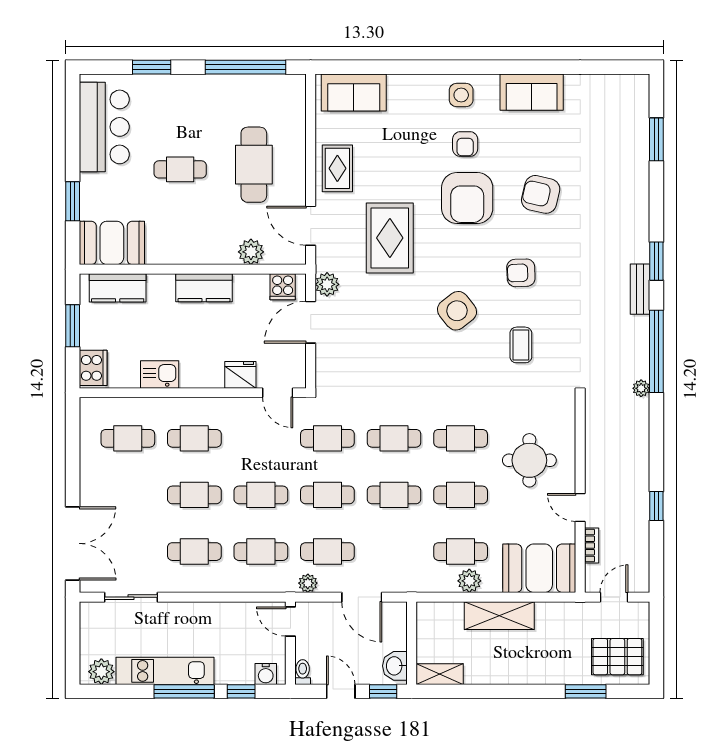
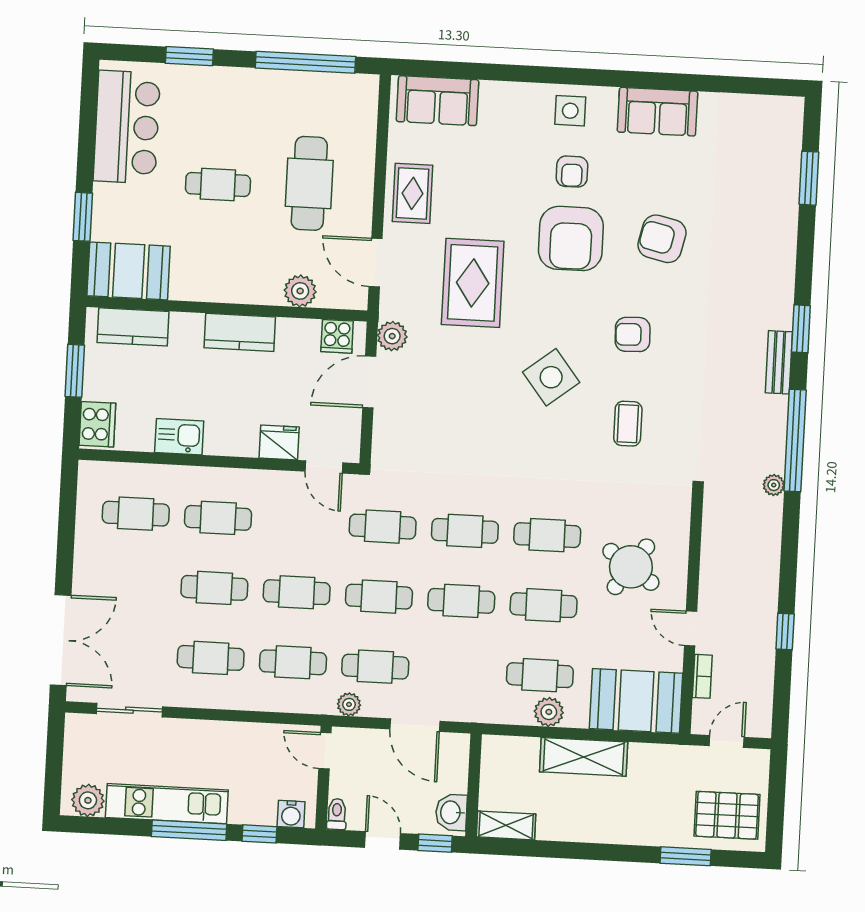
round table: (529, 460) -> (631, 567), turned 35

